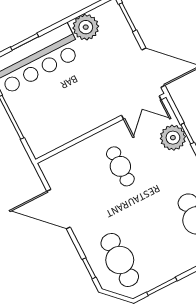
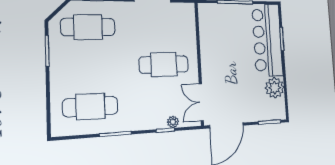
plant: (173, 138) -> (173, 122), width x0.53, depth x0.53
cafe table: (120, 166) -> (164, 64), width x1.37, depth x1.35

